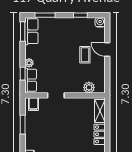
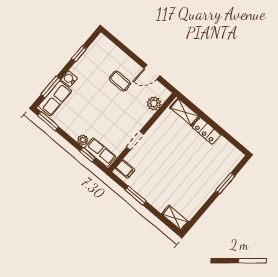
water cooler: (100, 22) -> (69, 79), moved
row of seats: (31, 31) -> (55, 99), moved, turned 90
door: (107, 49) -> (152, 72), moved

